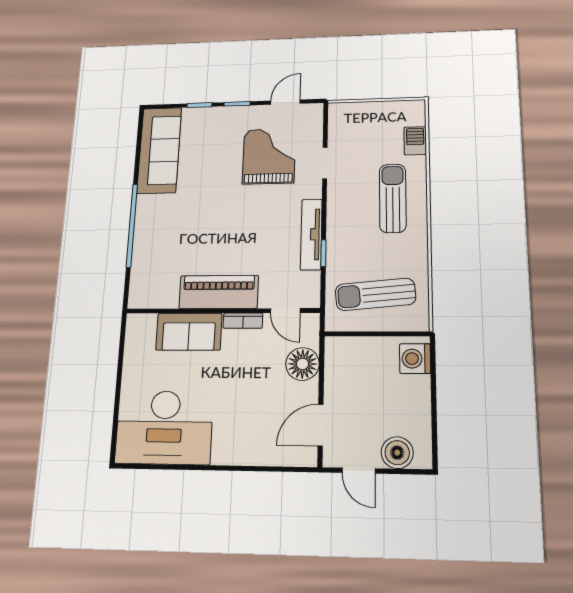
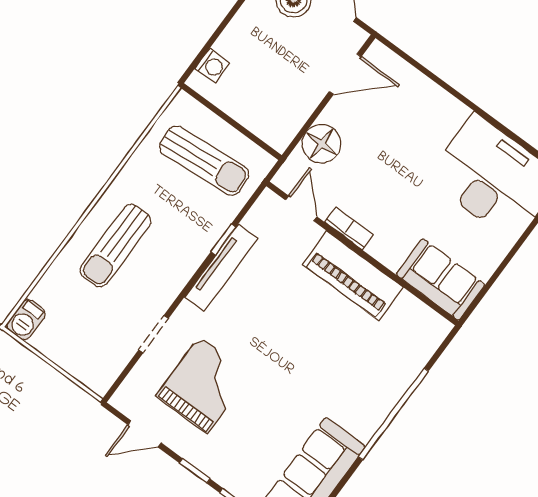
barbecue: (415, 141) -> (26, 320), moved
grand piano: (269, 156) -> (204, 385), turned 180
sofa: (189, 332) -> (441, 280), moved
washing machine: (415, 359) -> (212, 66), width x0.73, depth x0.73

